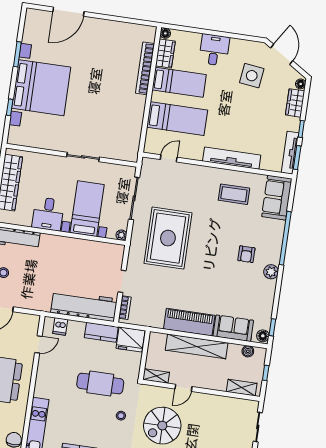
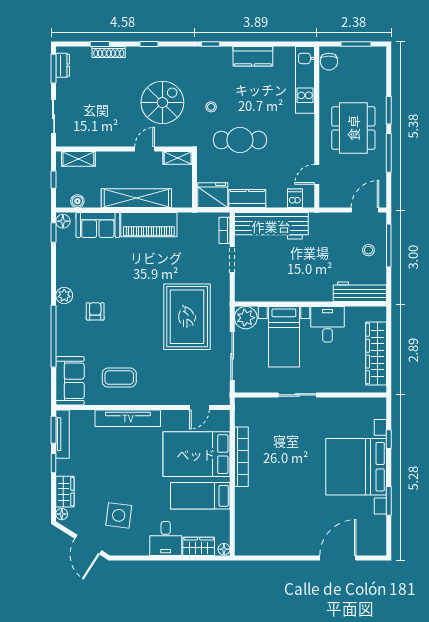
wardrobe: (165, 54) -> (199, 546), moved, turned 90
bookcase: (145, 68) -> (241, 457), moved
bed: (177, 119) -> (196, 454), width x1.50
plant: (121, 235) -> (246, 318), width x1.88, depth x1.88

